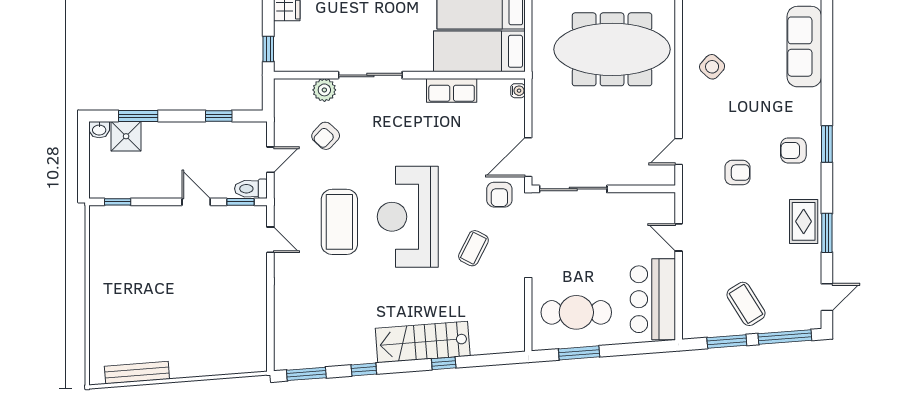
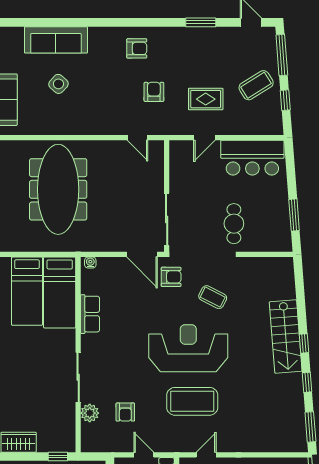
side table: (712, 67) -> (58, 84), moved
armchair: (326, 136) -> (125, 412), turned 47
window: (827, 144) -> (132, 22), removed
armchair: (793, 150) -> (137, 48), turned -90
reception desk: (408, 217) -> (188, 348), turned 180
rug: (804, 221) -> (206, 99), moved
cafe table: (576, 312) -> (234, 224), moved, width x0.73, depth x0.74
window: (727, 341) -> (285, 100), width x0.67
window: (444, 363) -> (304, 343), moved

